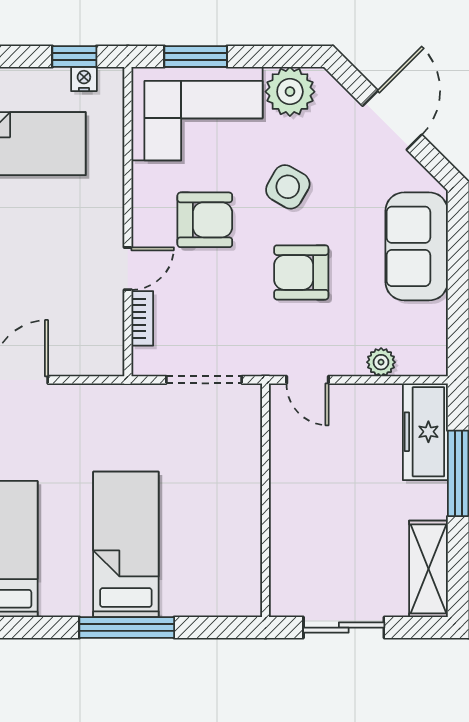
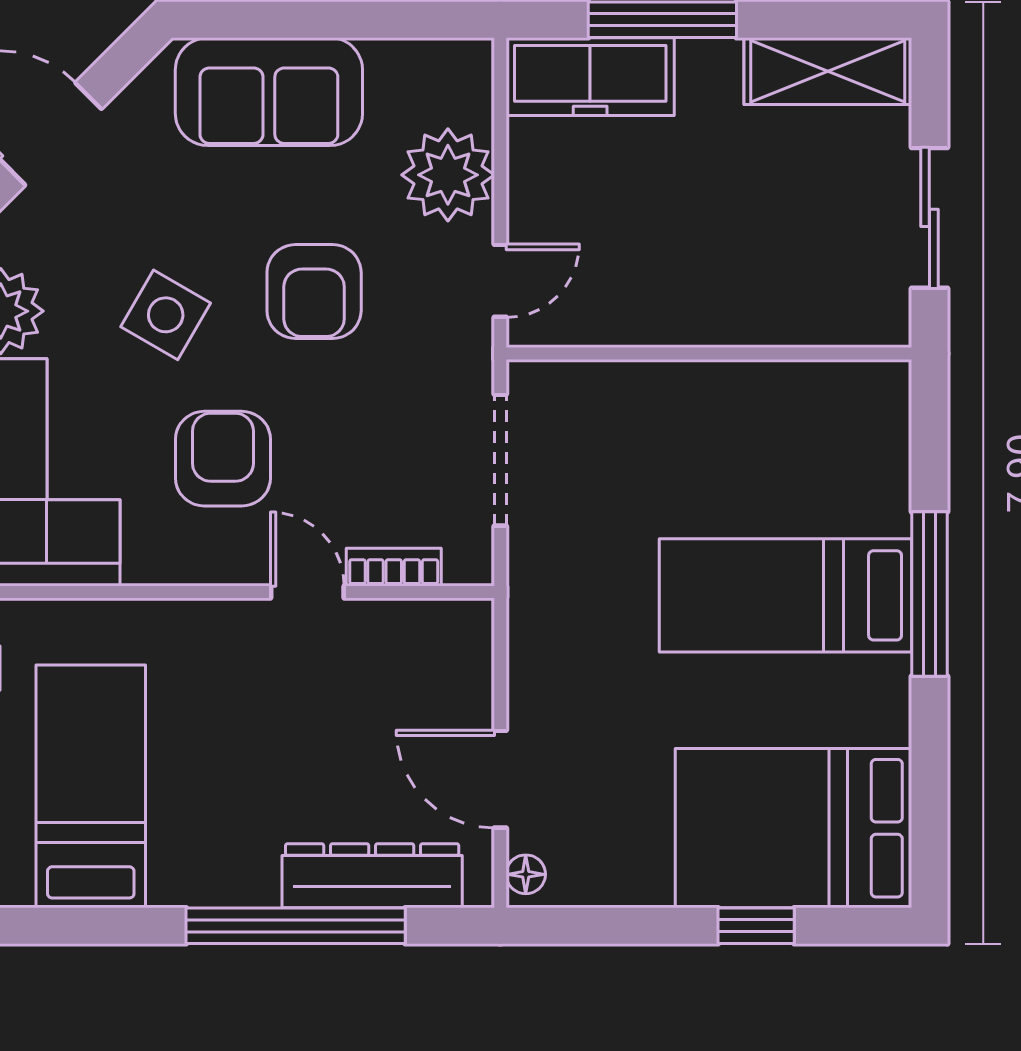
plant: (381, 362) -> (448, 175), width x1.88, depth x1.88

